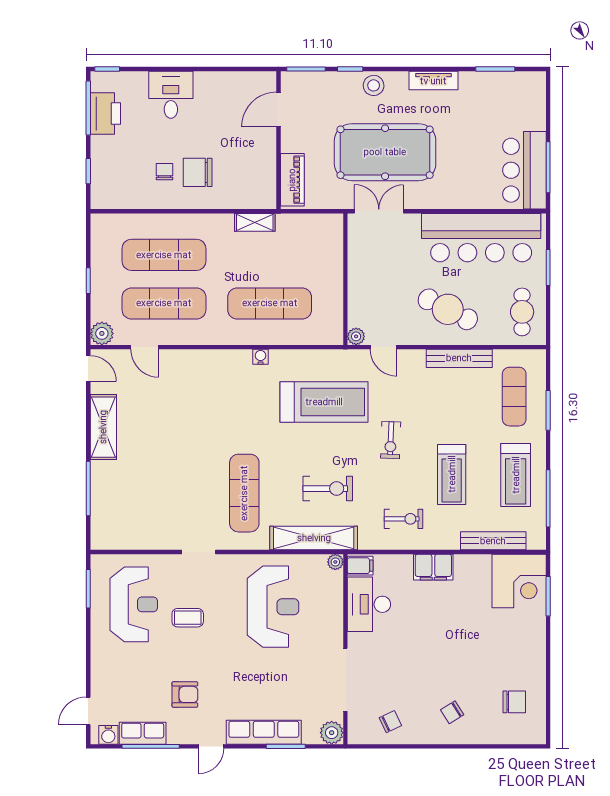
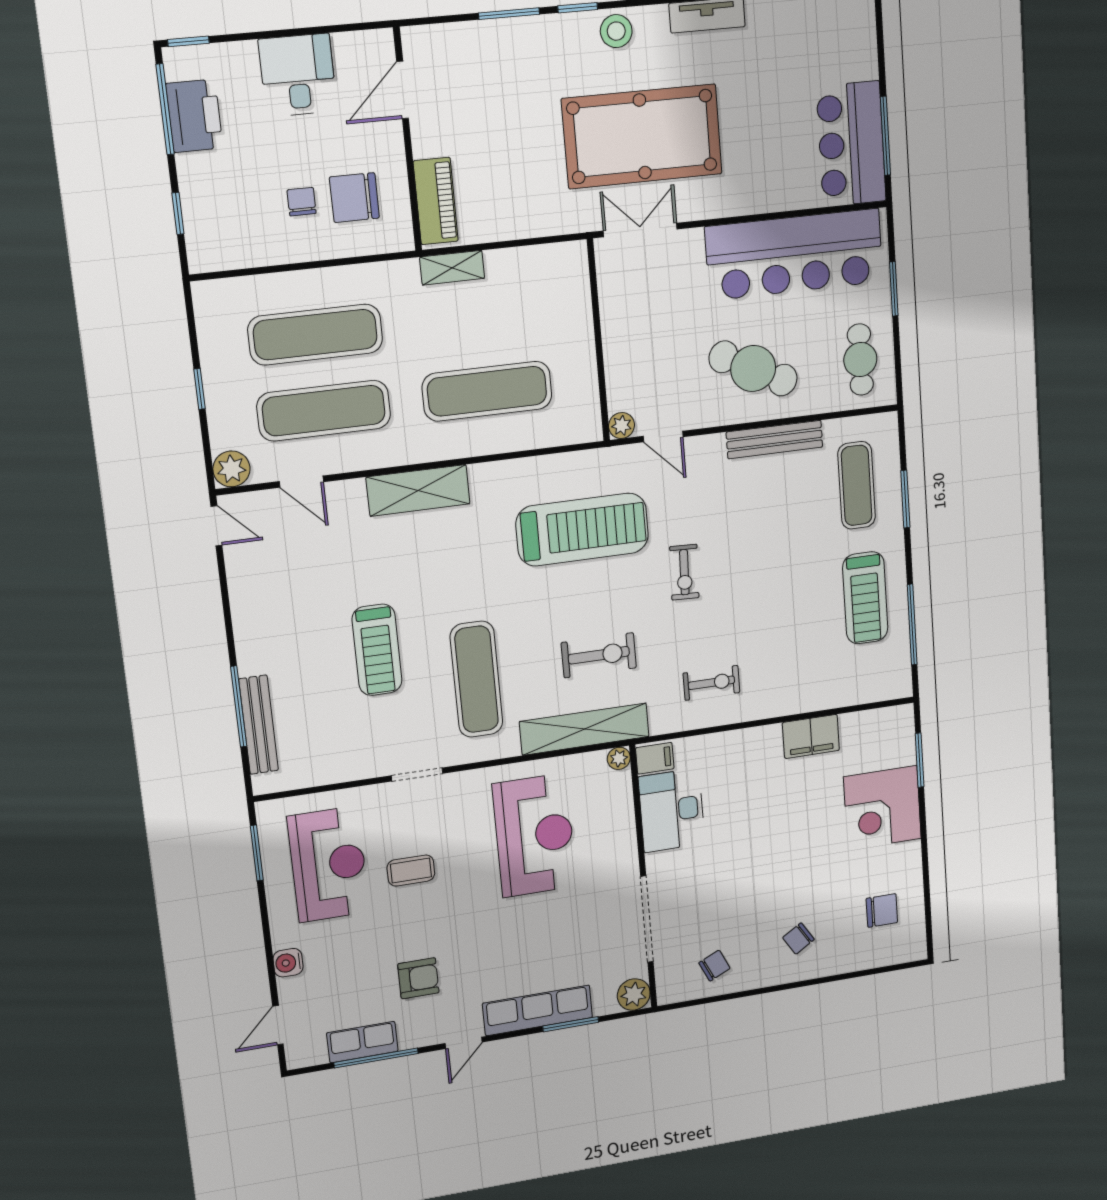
door: (278, 110) -> (403, 90), moved
wall: (278, 140) -> (408, 140), moved
piano: (292, 180) -> (436, 201), moved
water cooler: (260, 357) -> (481, 474), removed
shelving: (103, 427) -> (418, 490), moved, turned 90
treadmill: (452, 474) -> (377, 650), moved
bench: (493, 541) -> (259, 725), moved, turned 90
filing cabinet: (433, 567) -> (811, 736), moved
corner desk: (519, 581) -> (882, 808), moved, turned 90
water cooler: (108, 735) -> (288, 963), moved, turned 90

